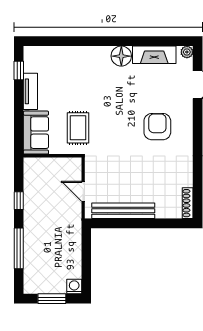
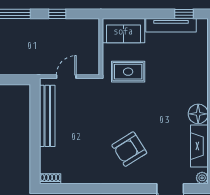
tv unit: (30, 91) -> (171, 25), width x1.41
armchair: (157, 127) -> (129, 149), turned 148
shoe rack: (188, 203) -> (50, 179), width x0.70

